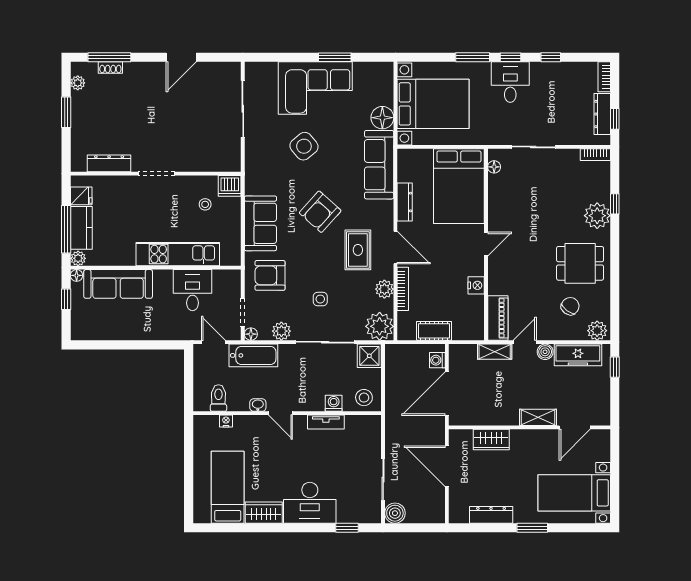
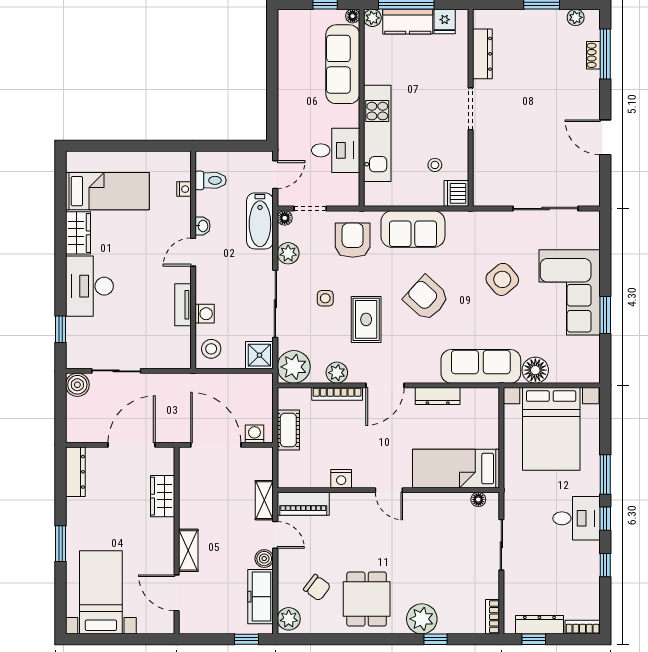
bed: (459, 186) -> (456, 469), width x0.67
rug: (358, 250) -> (366, 319), moved, turned 90
dresser: (491, 515) -> (75, 472), moved

